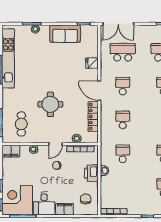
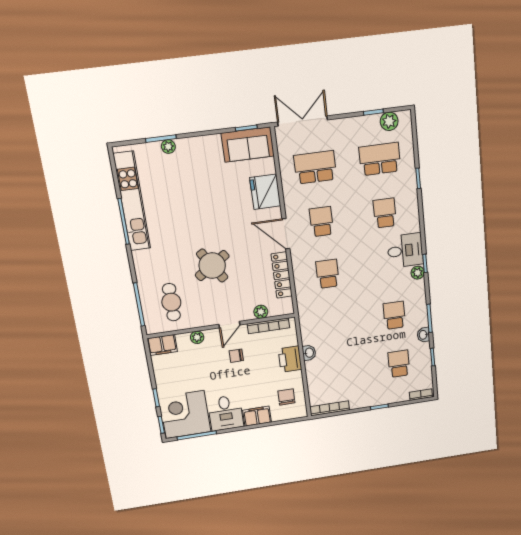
double door: (118, 24) -> (303, 121), swing flipped
sofa: (65, 34) -> (248, 145), moved
fridge: (92, 63) -> (265, 192), width x1.88, depth x1.34
round table: (50, 104) -> (212, 266), turned -33
school desk: (123, 154) -> (333, 324), removed

